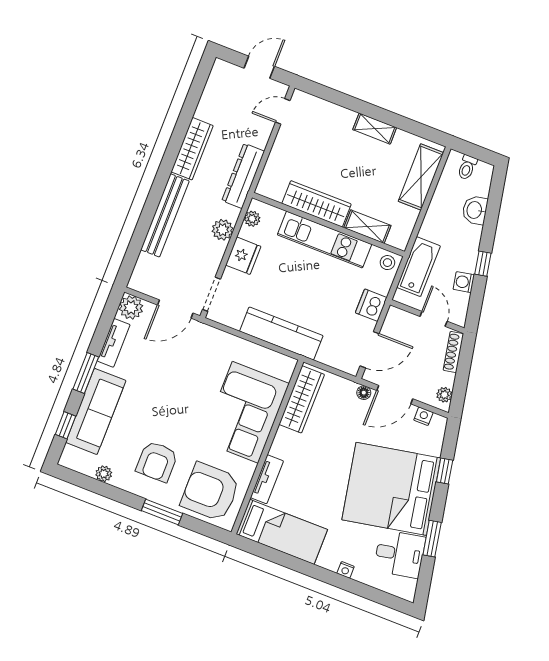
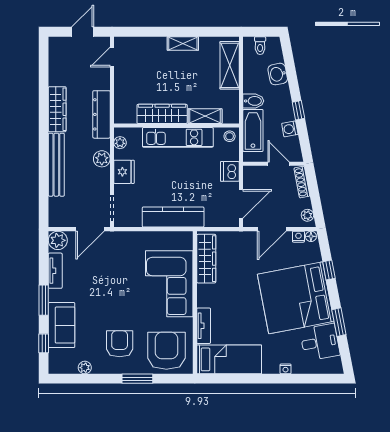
bidet: (433, 231) -> (253, 101), added
floor lamp: (364, 393) -> (311, 236), moved
sofa: (96, 411) -> (62, 325), width x0.73
armchair: (157, 461) -> (120, 344), turned 180
armchair: (210, 492) -> (166, 351), turned 90

